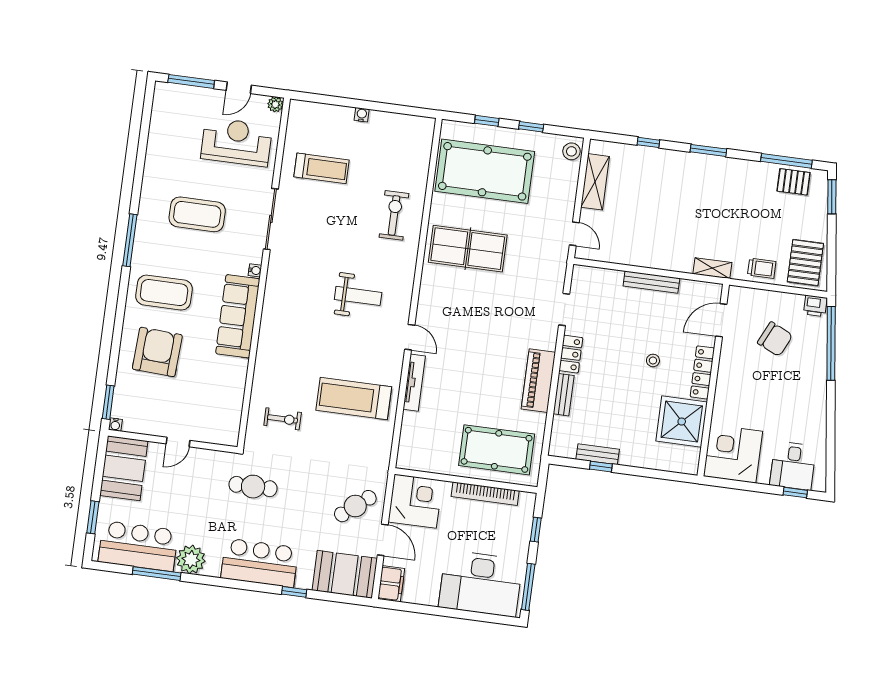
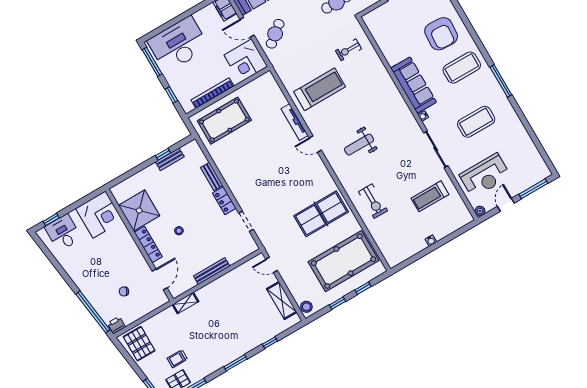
trolley: (762, 268) -> (177, 359), moved
chair: (775, 339) -> (124, 291), width x0.54, depth x0.54
piano: (538, 381) -> (231, 174), removed

